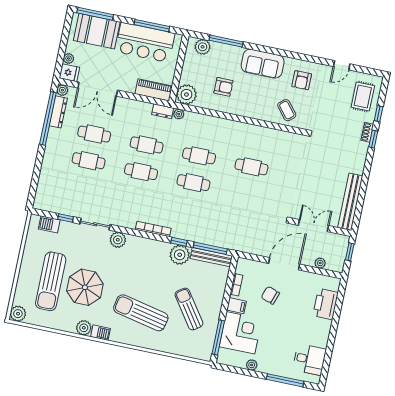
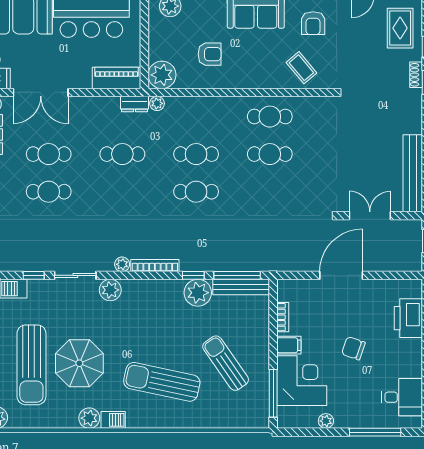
cafe table: (141, 172) -> (270, 117), moved
plant: (320, 263) -> (122, 264), moved
chair: (270, 295) -> (353, 348), moved

